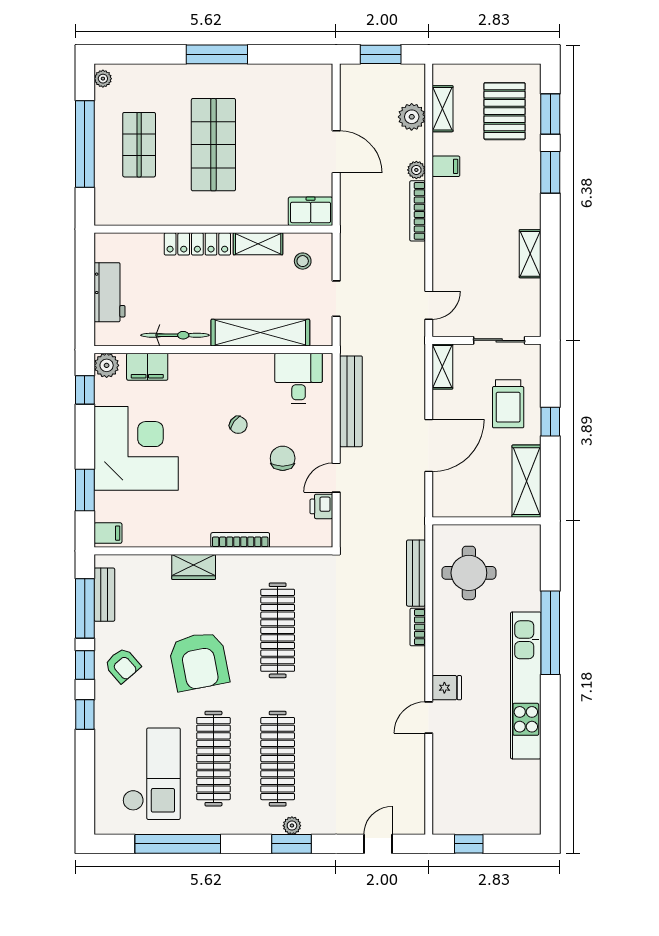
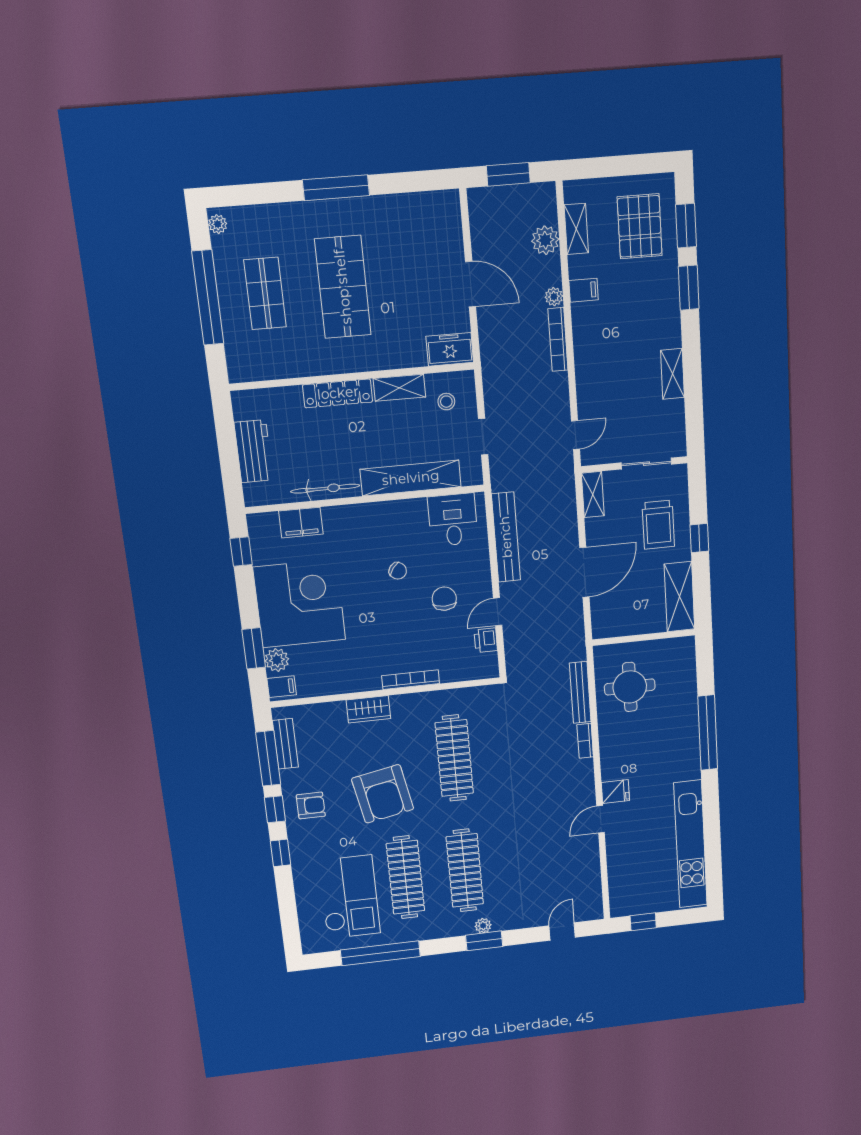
plant: (107, 365) -> (277, 660), moved
armchair: (123, 665) -> (311, 805), turned -49
kitchen unit: (526, 685) -> (690, 844), moved

